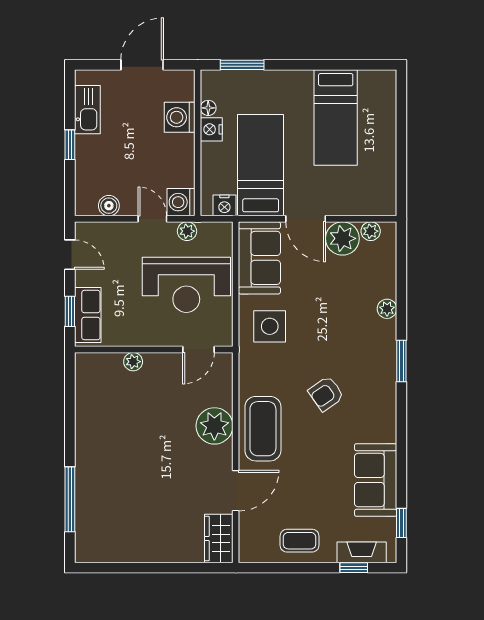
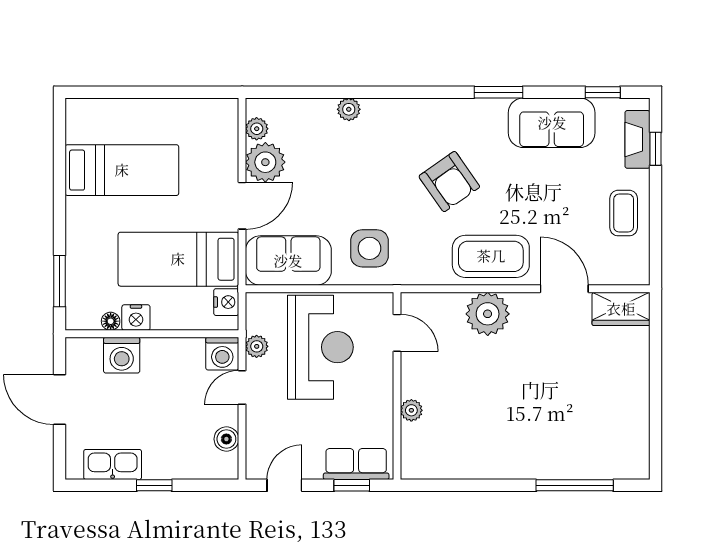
window: (401, 361) -> (499, 92), moved
armchair: (326, 394) -> (449, 182), width x1.38, depth x1.38

